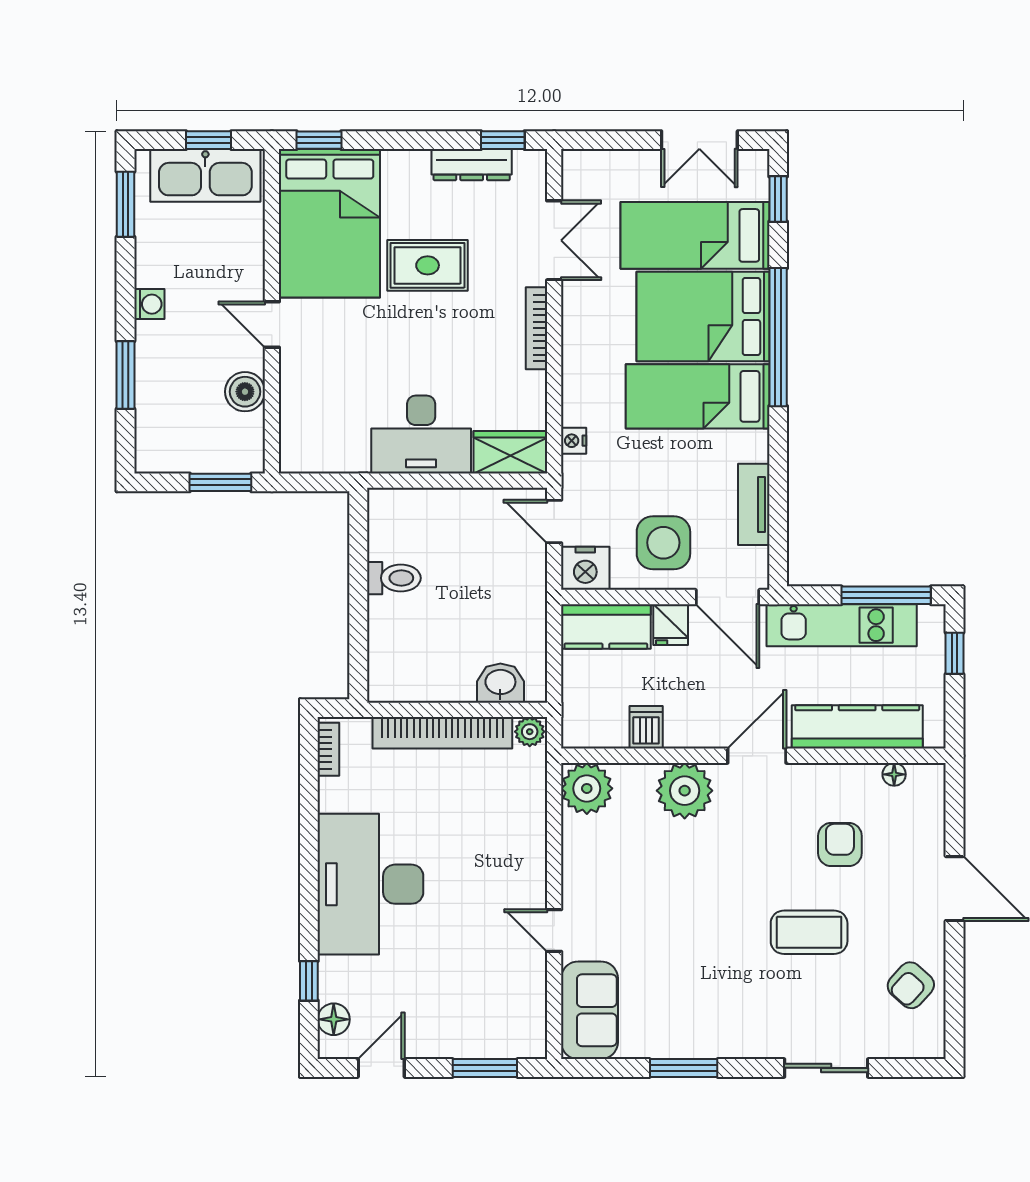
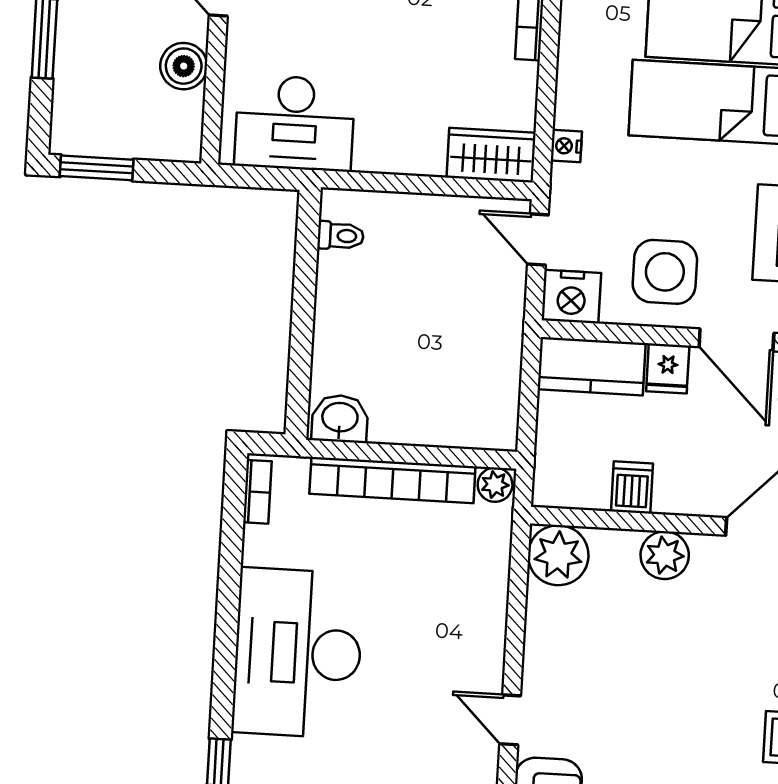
desk: (421, 435) -> (295, 123), moved
window: (220, 482) -> (97, 168), moved
toilet: (394, 578) -> (341, 236), moved, width x0.73, depth x0.72
washbasin: (500, 683) -> (340, 419), moved
plant: (685, 791) -> (665, 555), width x0.73, depth x0.73

